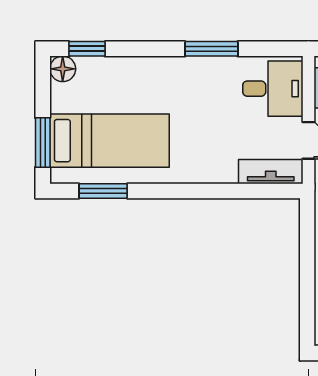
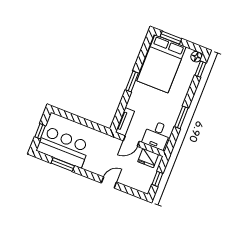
bed: (109, 141) -> (161, 64), width x1.50
window: (103, 191) -> (132, 81), moved

